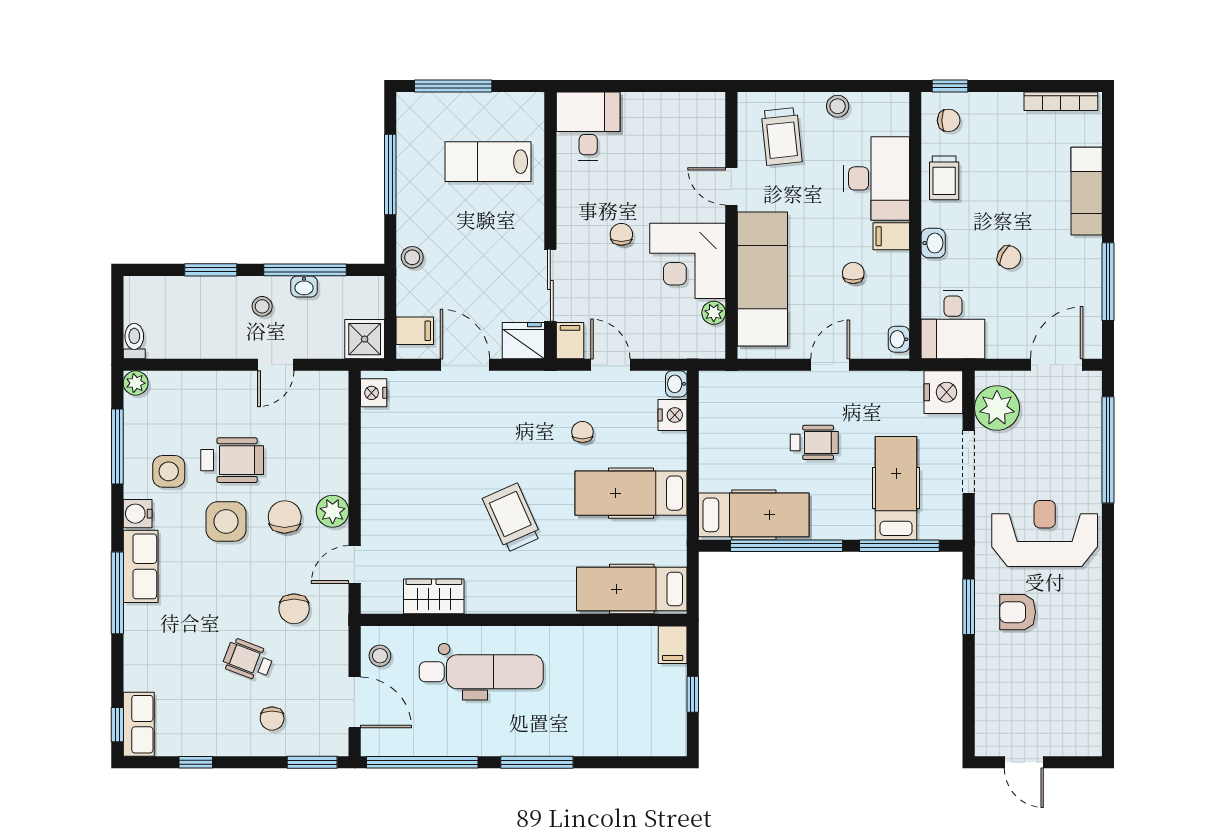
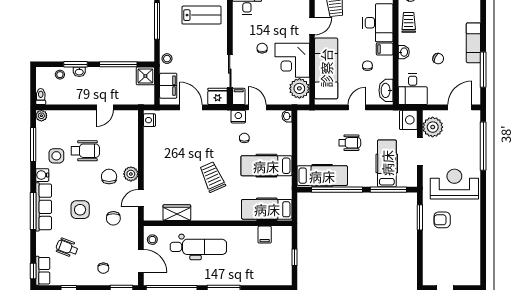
lab bench: (488, 162) -> (201, 15), turned 180
trolley: (944, 178) -> (409, 22), turned 180
door: (731, 186) -> (312, 26), swing flipped
exam couch: (1087, 191) -> (473, 43), moved
washbasin: (304, 286) -> (79, 72), moved
stool: (262, 306) -> (60, 75), moved
plant: (714, 313) -> (299, 88), width x1.88, depth x1.88
filing cabinet: (415, 331) -> (168, 86), width x2.00
shower: (365, 339) -> (145, 76), moved
washbasin: (899, 339) -> (386, 90), width x1.91, depth x1.45
nightstand: (673, 415) -> (238, 117), moved, turned -90
side table: (226, 521) -> (80, 210), moved
row of seats: (141, 566) -> (44, 207), width x1.48
filing cabinet: (673, 645) -> (265, 235), moved
wheelchair: (248, 660) -> (67, 248), moved

